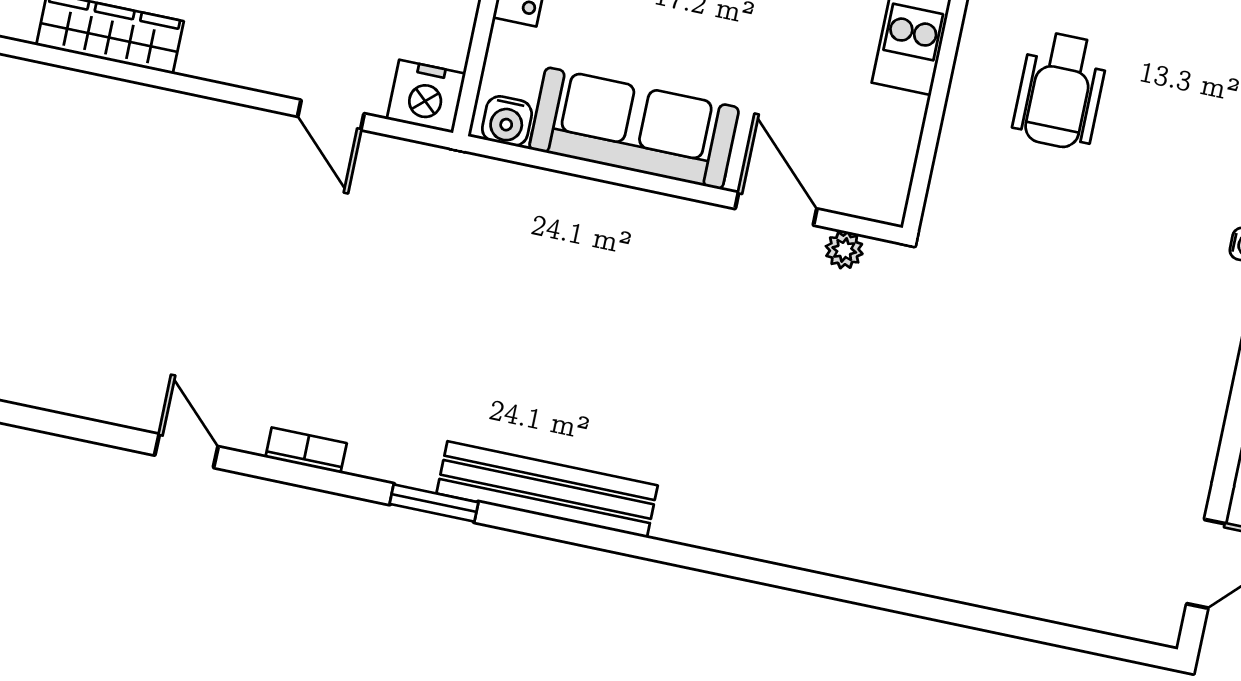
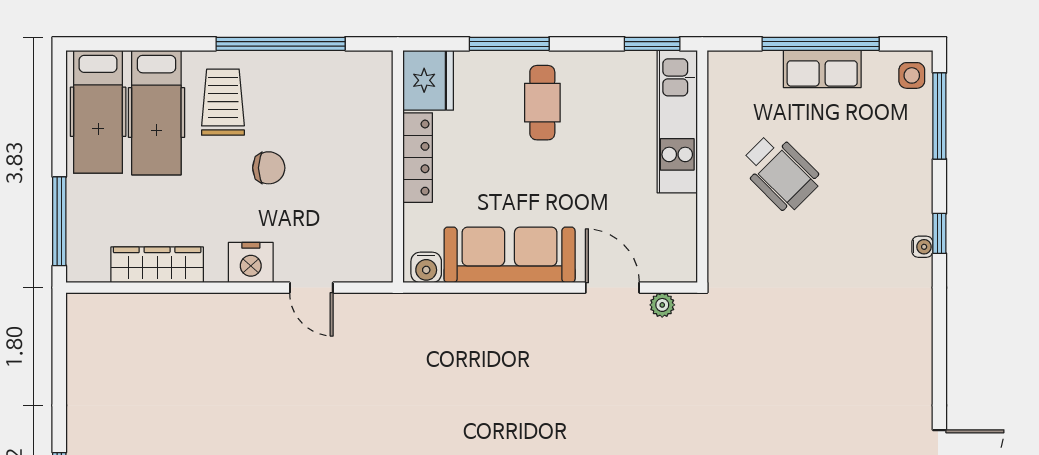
wheelchair: (1060, 90) -> (780, 172), turned -45
nightstand: (426, 96) -> (251, 263), moved

